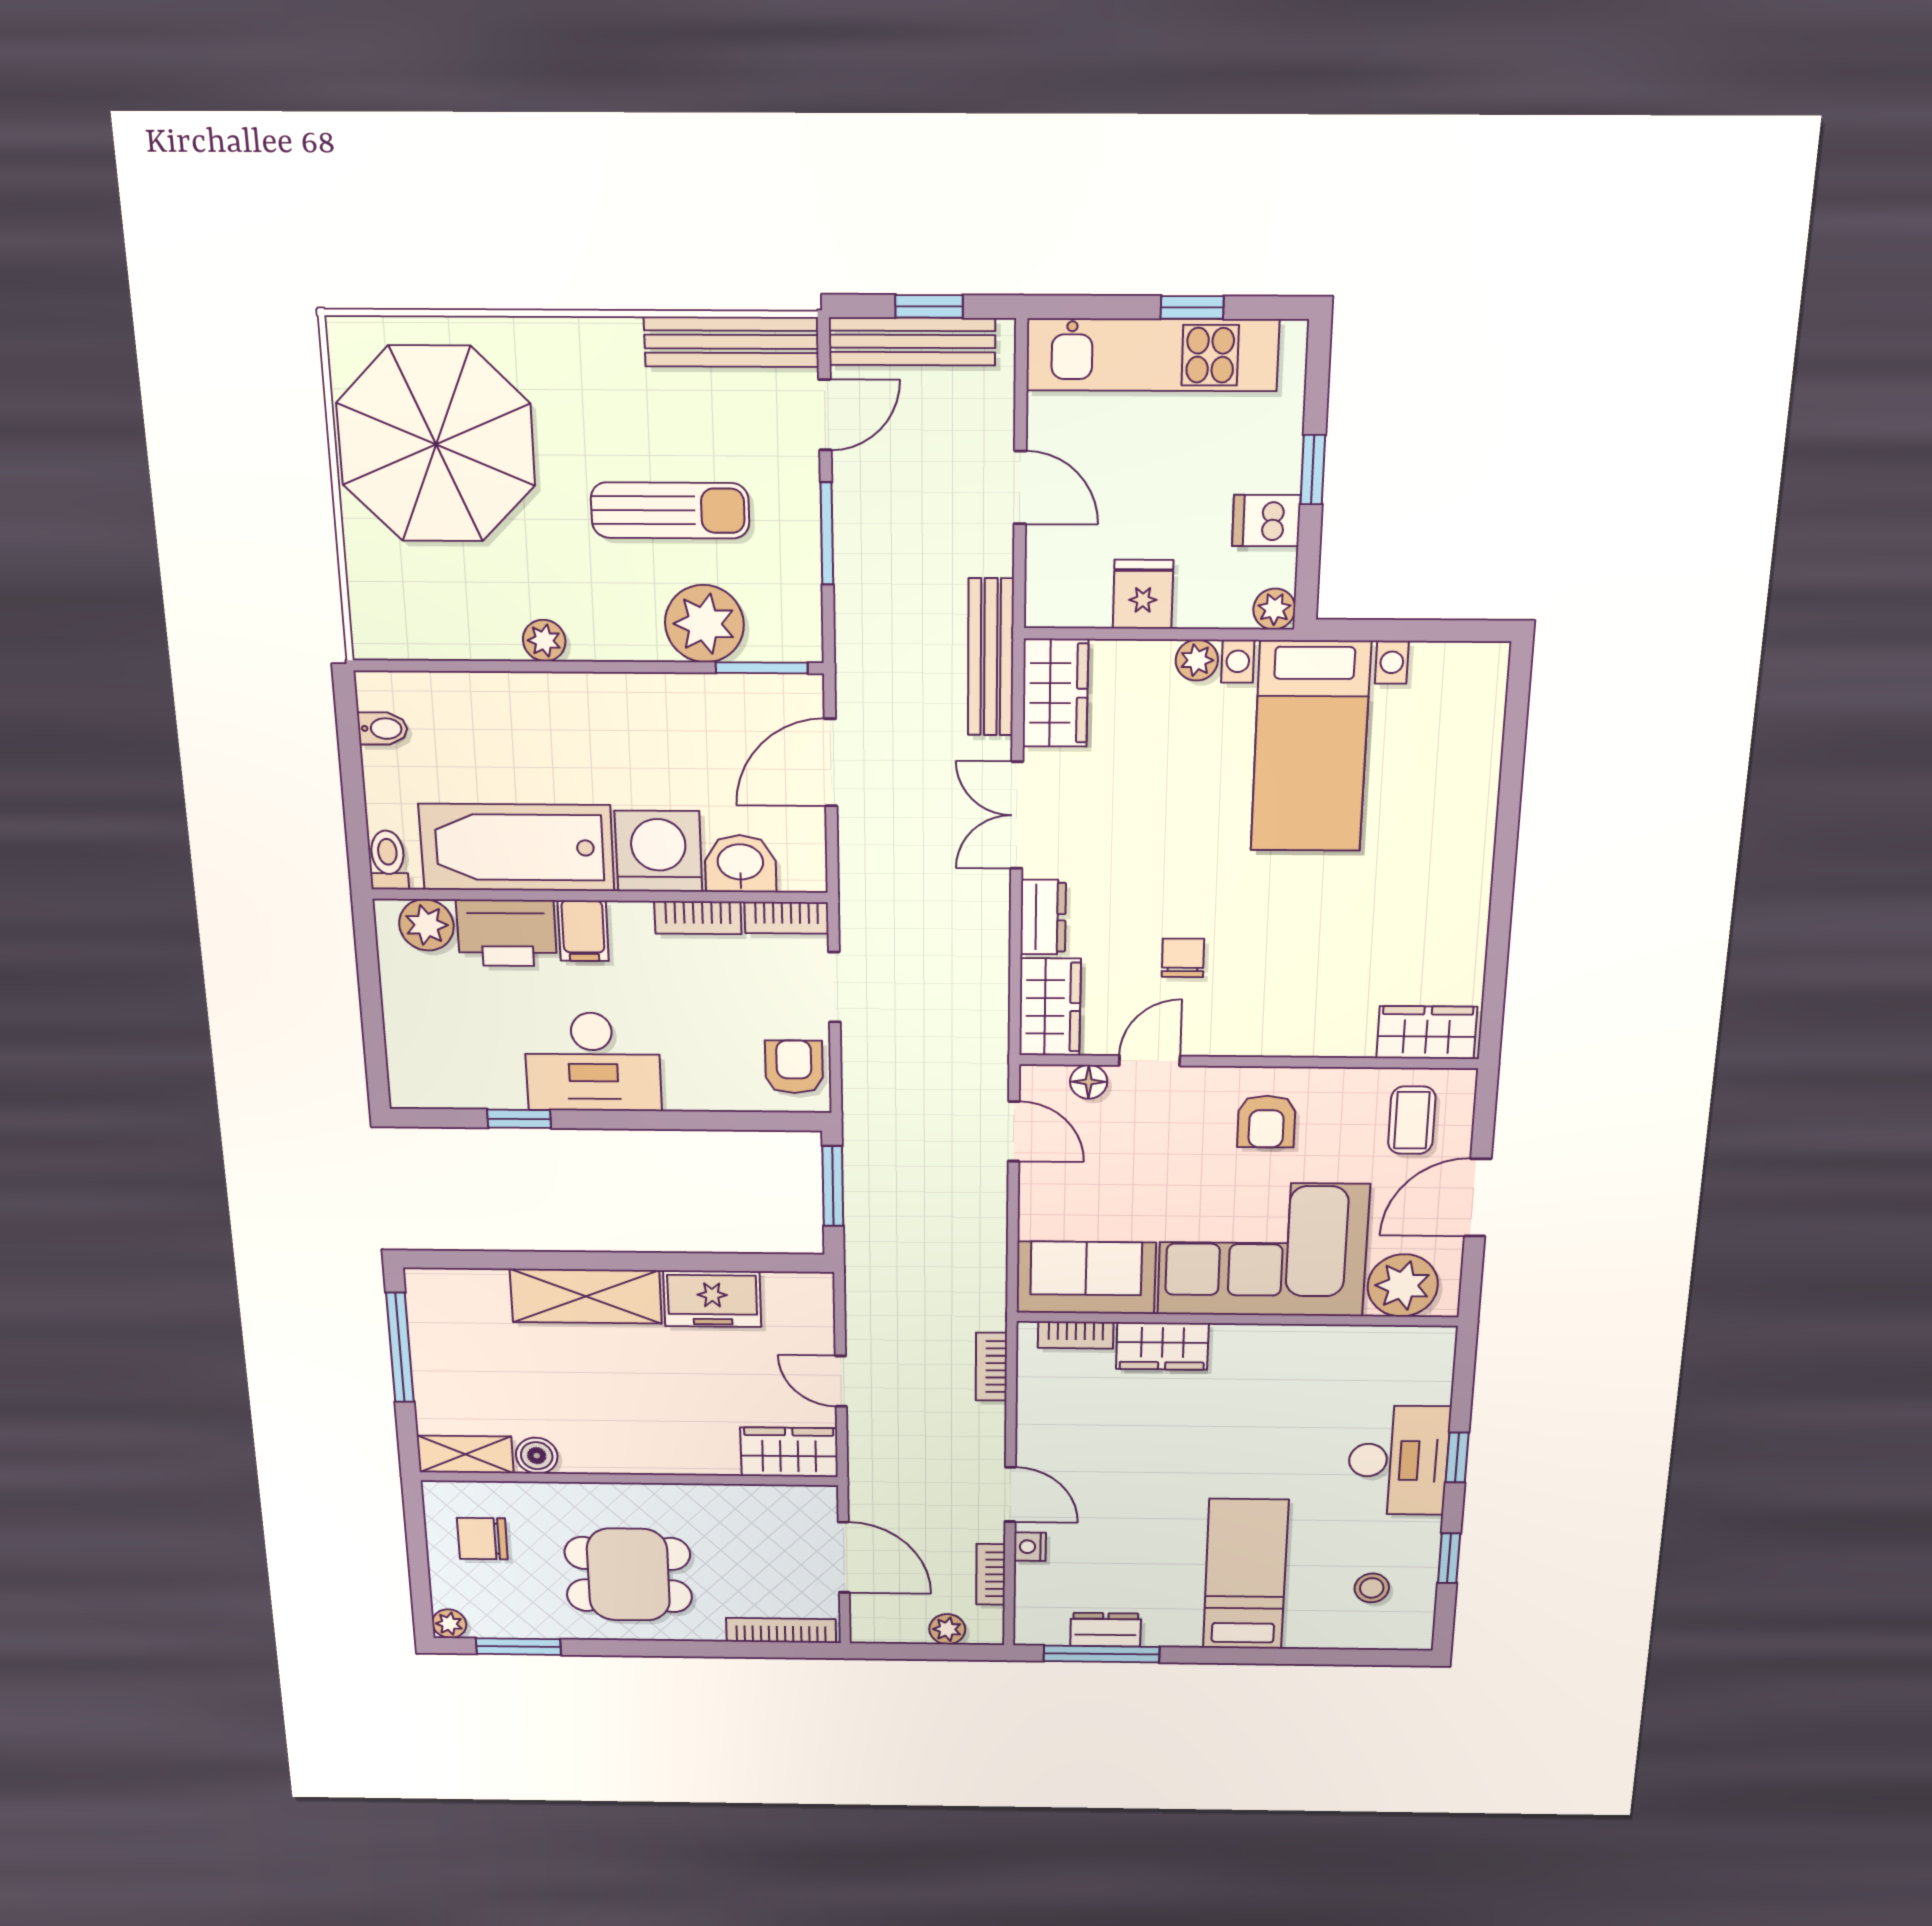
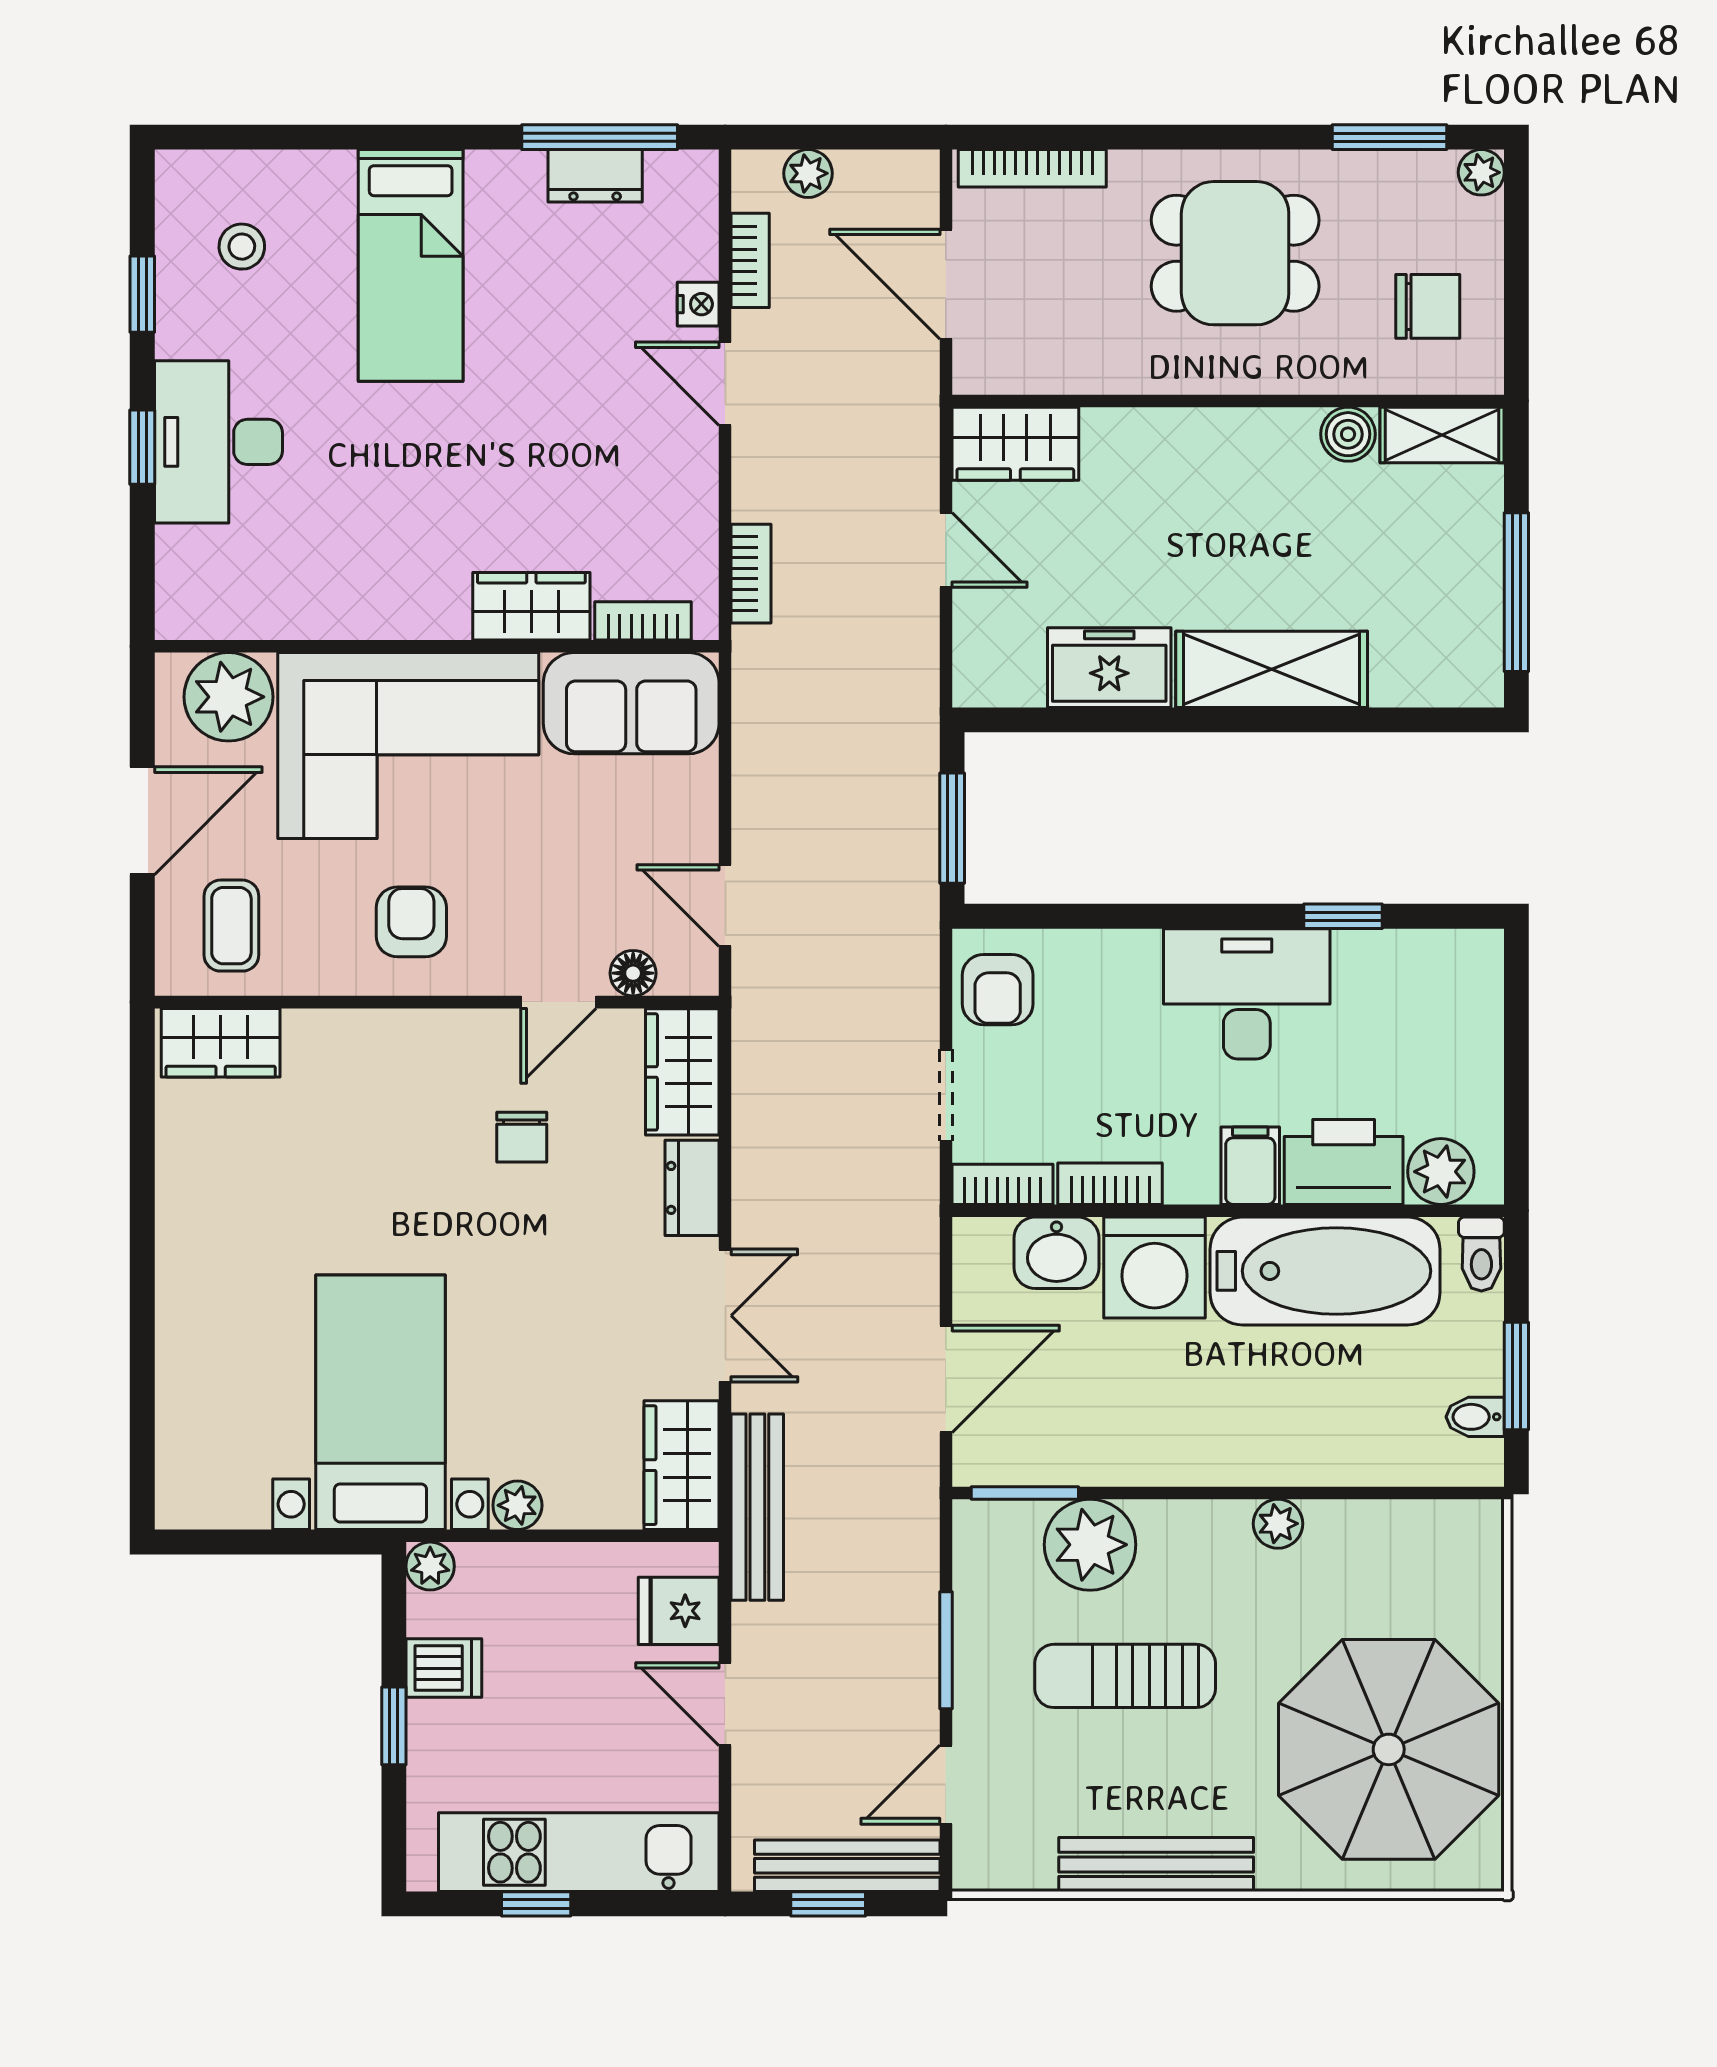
bench: (731, 342) -> (1156, 1864), moved
fridge: (1143, 594) -> (679, 1611), moved, turned 90
window: (351, 762) -> (1516, 1376), added

